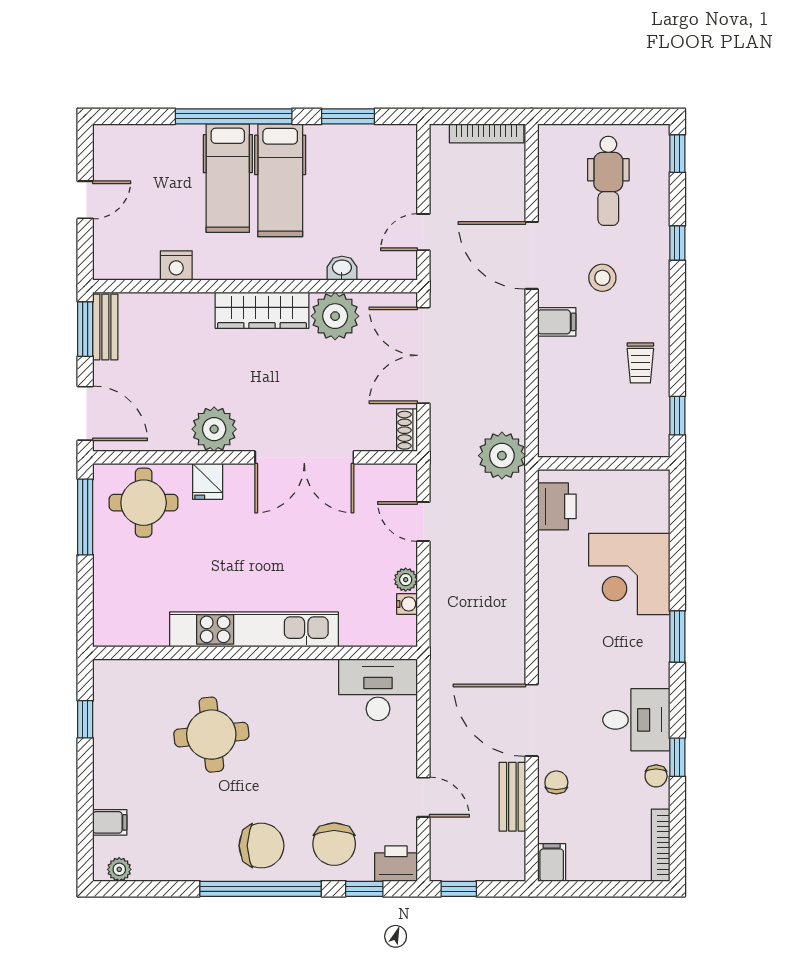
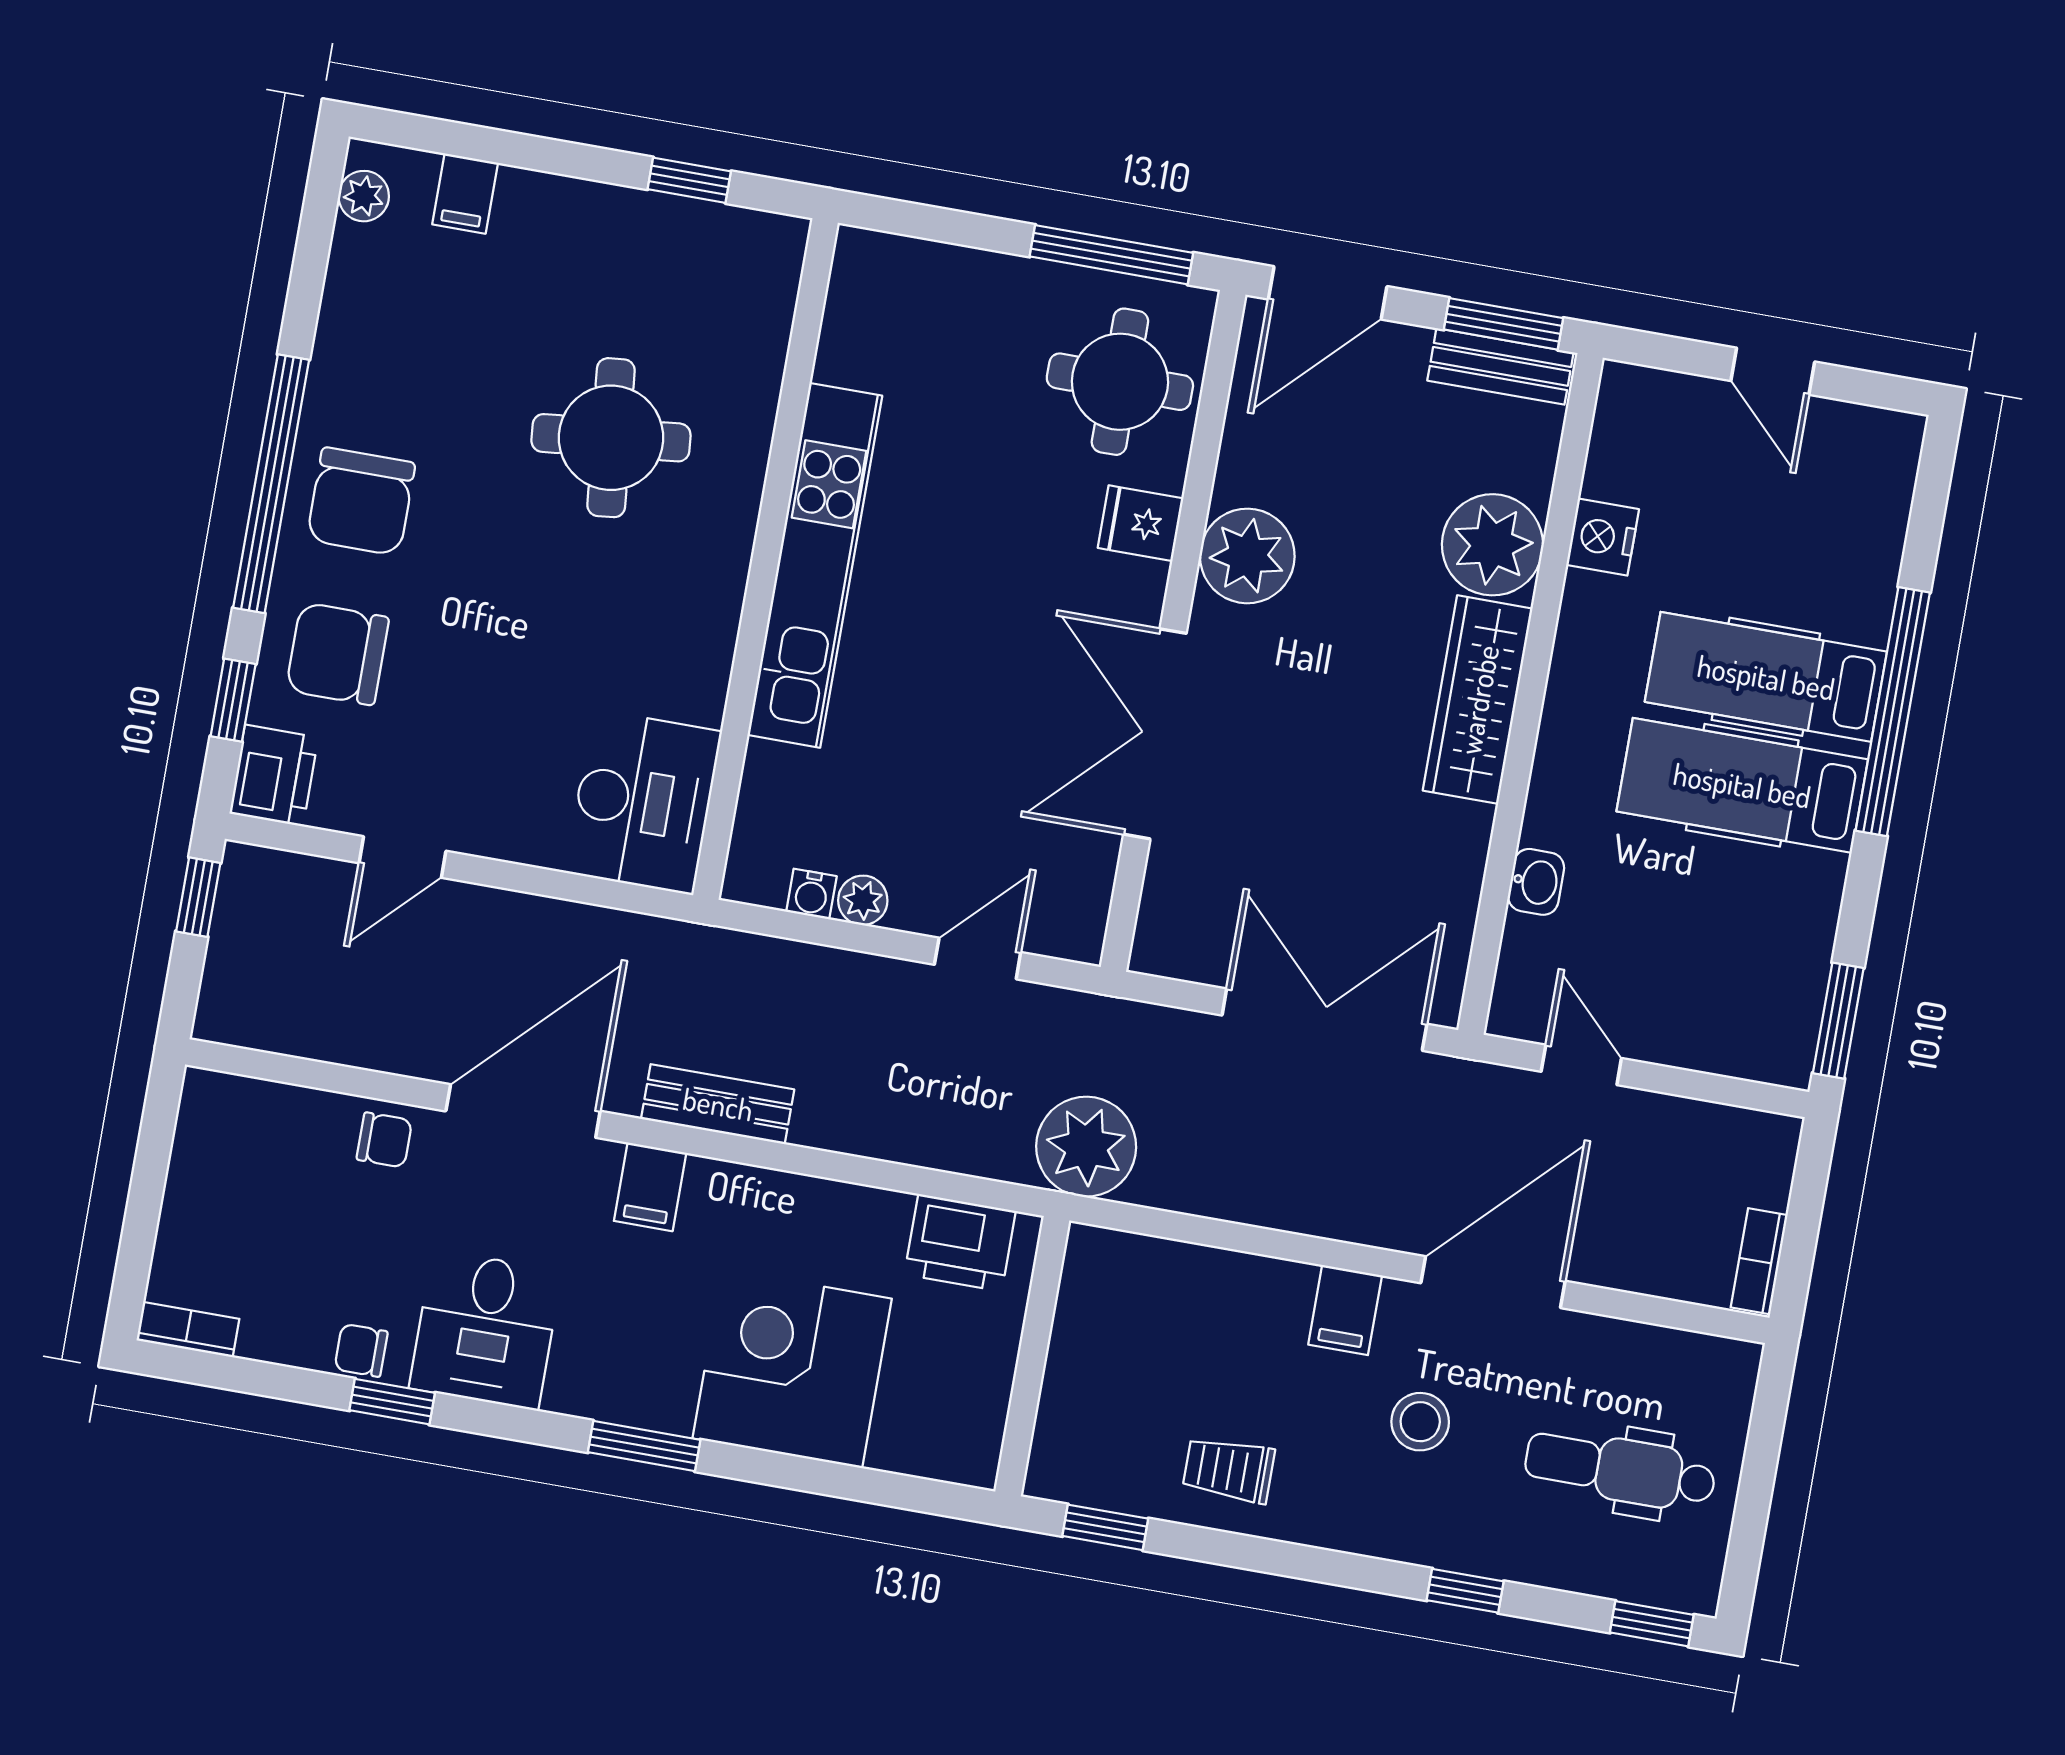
window: (348, 116) -> (1838, 1021), moved
bookcase: (487, 133) -> (1759, 1261), width x0.64
plant: (335, 316) -> (1492, 545), moved
shoe rack: (407, 430) -> (1174, 958), removed
bench: (512, 797) -> (718, 1104), moved
bookcase: (661, 845) -> (188, 1330), width x0.64
filing cabinet: (552, 862) -> (650, 1187), moved, turned 90

